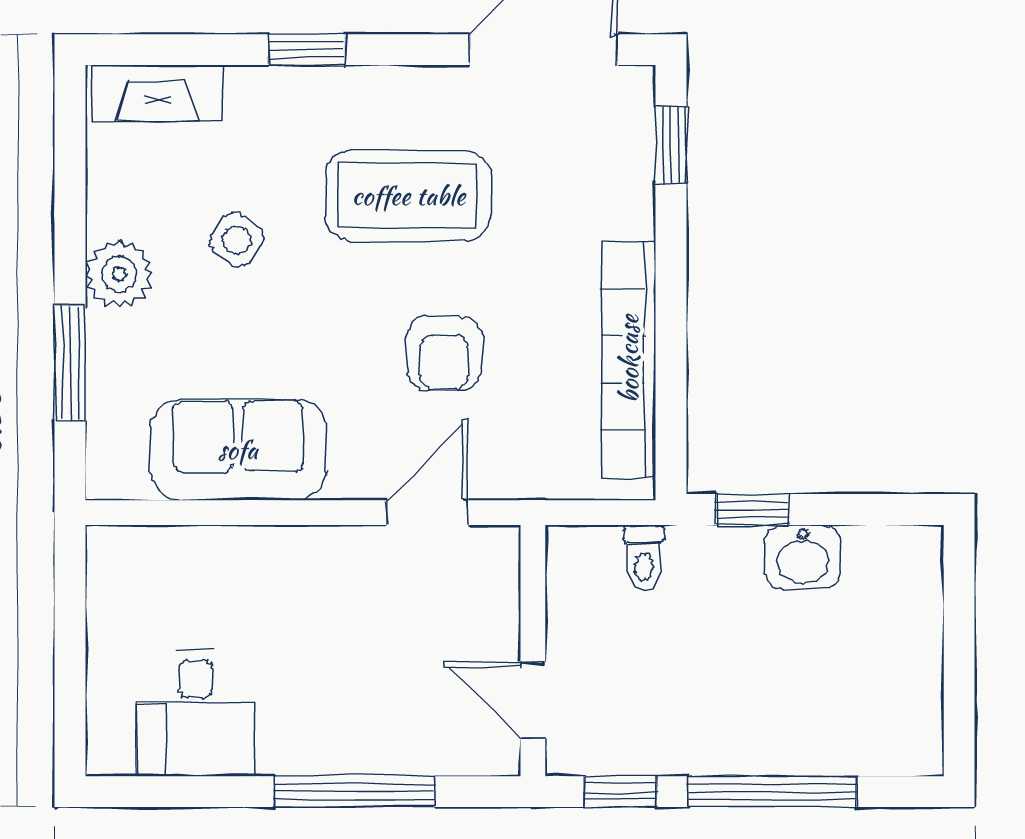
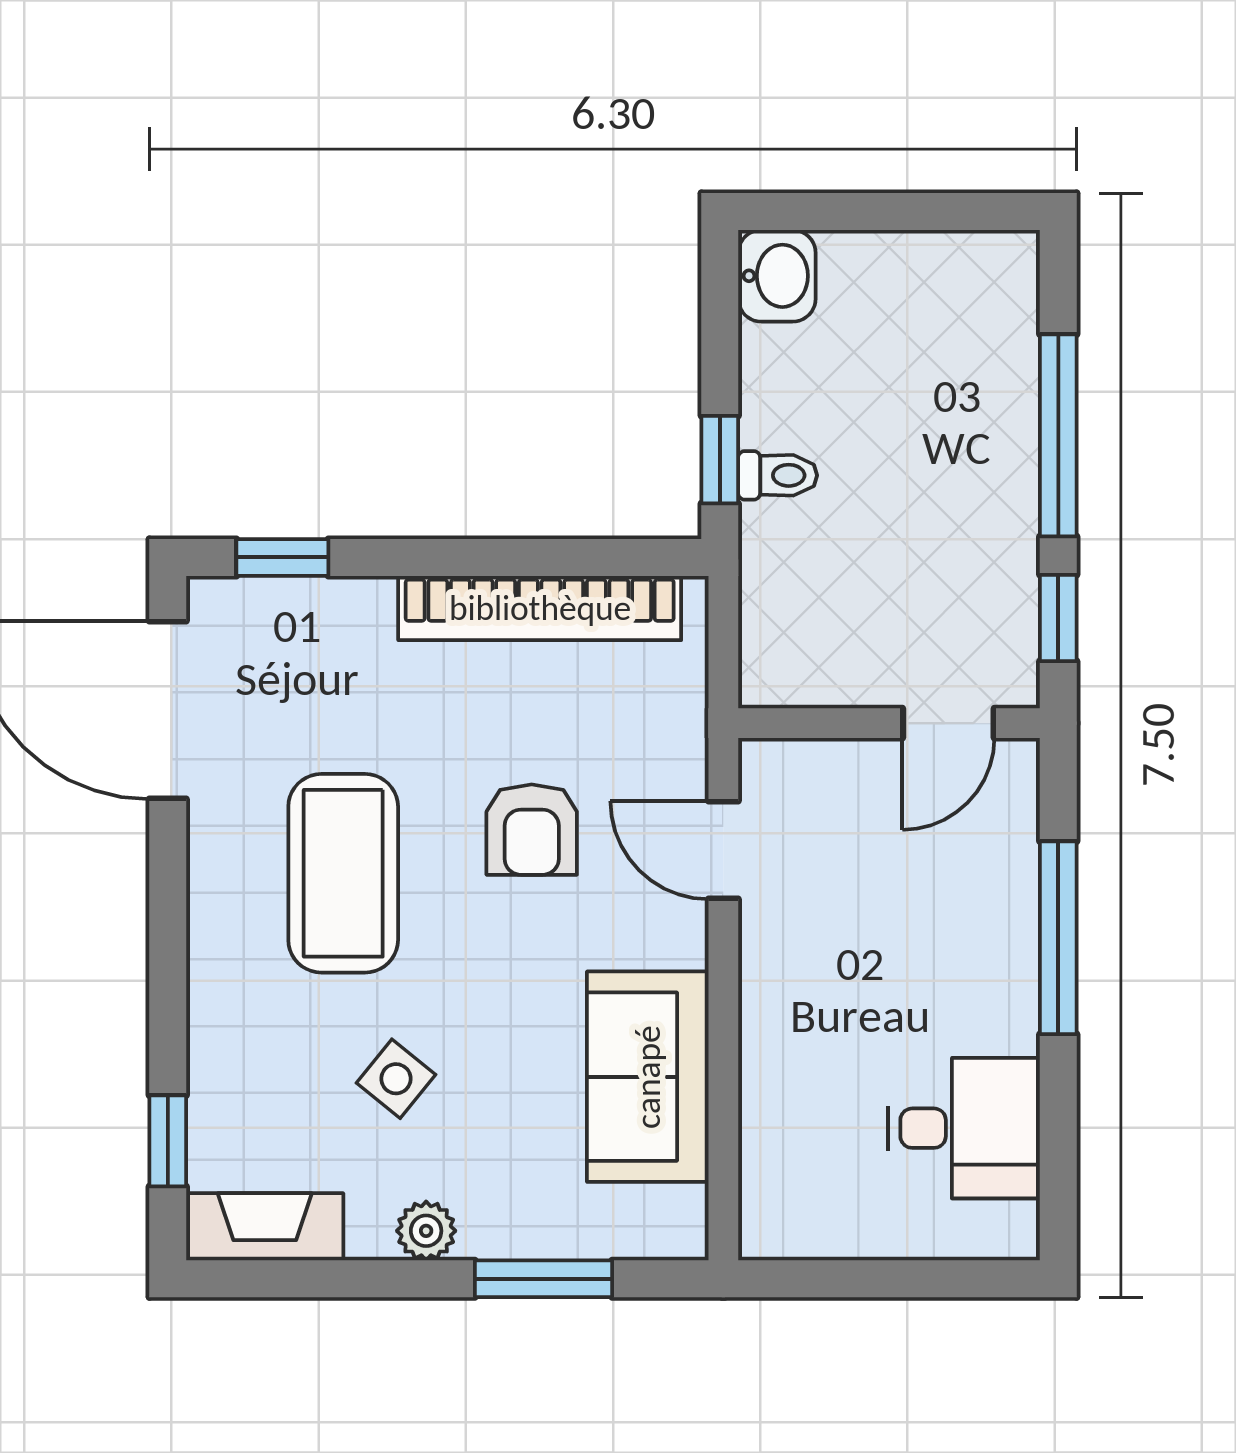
window: (307, 50) -> (168, 1141), moved
fireplace: (157, 93) -> (265, 1227), moved, turned -90
plant: (119, 274) -> (426, 1231), width x0.73, depth x0.73
armchair: (444, 353) -> (532, 830), turned 90
washbasin: (803, 557) -> (777, 276), moved
toilet: (644, 558) -> (778, 475), moved

